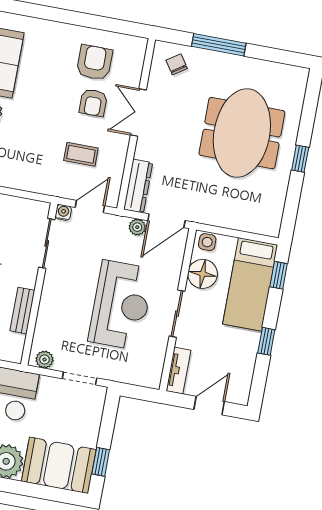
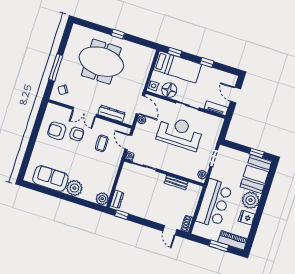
dresser: (138, 186) -> (111, 114), moved

